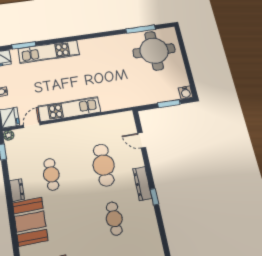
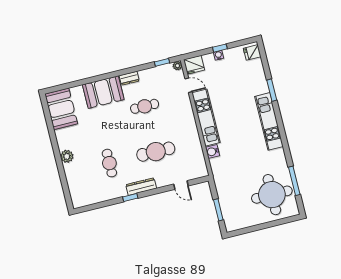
window: (24, 45) -> (272, 90), moved
kitchen unit: (49, 52) -> (269, 121), moved
water cooler: (186, 92) -> (212, 152), moved
door: (142, 140) -> (181, 185), swing flipped
cafe table: (114, 219) -> (109, 163), turned 90

